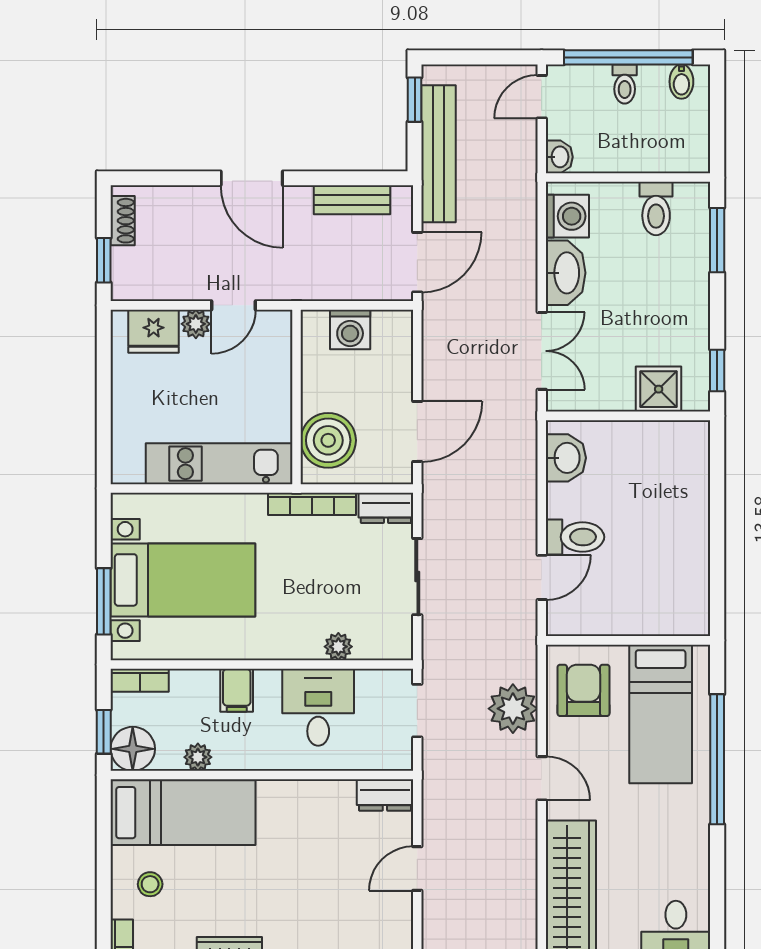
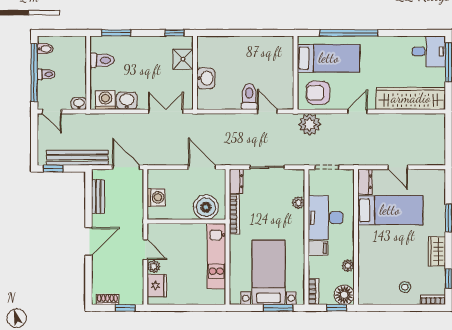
washbasin: (566, 273) -> (127, 101), width x0.72
washbasin: (566, 458) -> (206, 78), moved, turned 90
desk: (318, 707) -> (326, 218), width x1.37
plant: (513, 709) -> (310, 124), moved
bed: (183, 813) -> (390, 210), moved, turned 90

